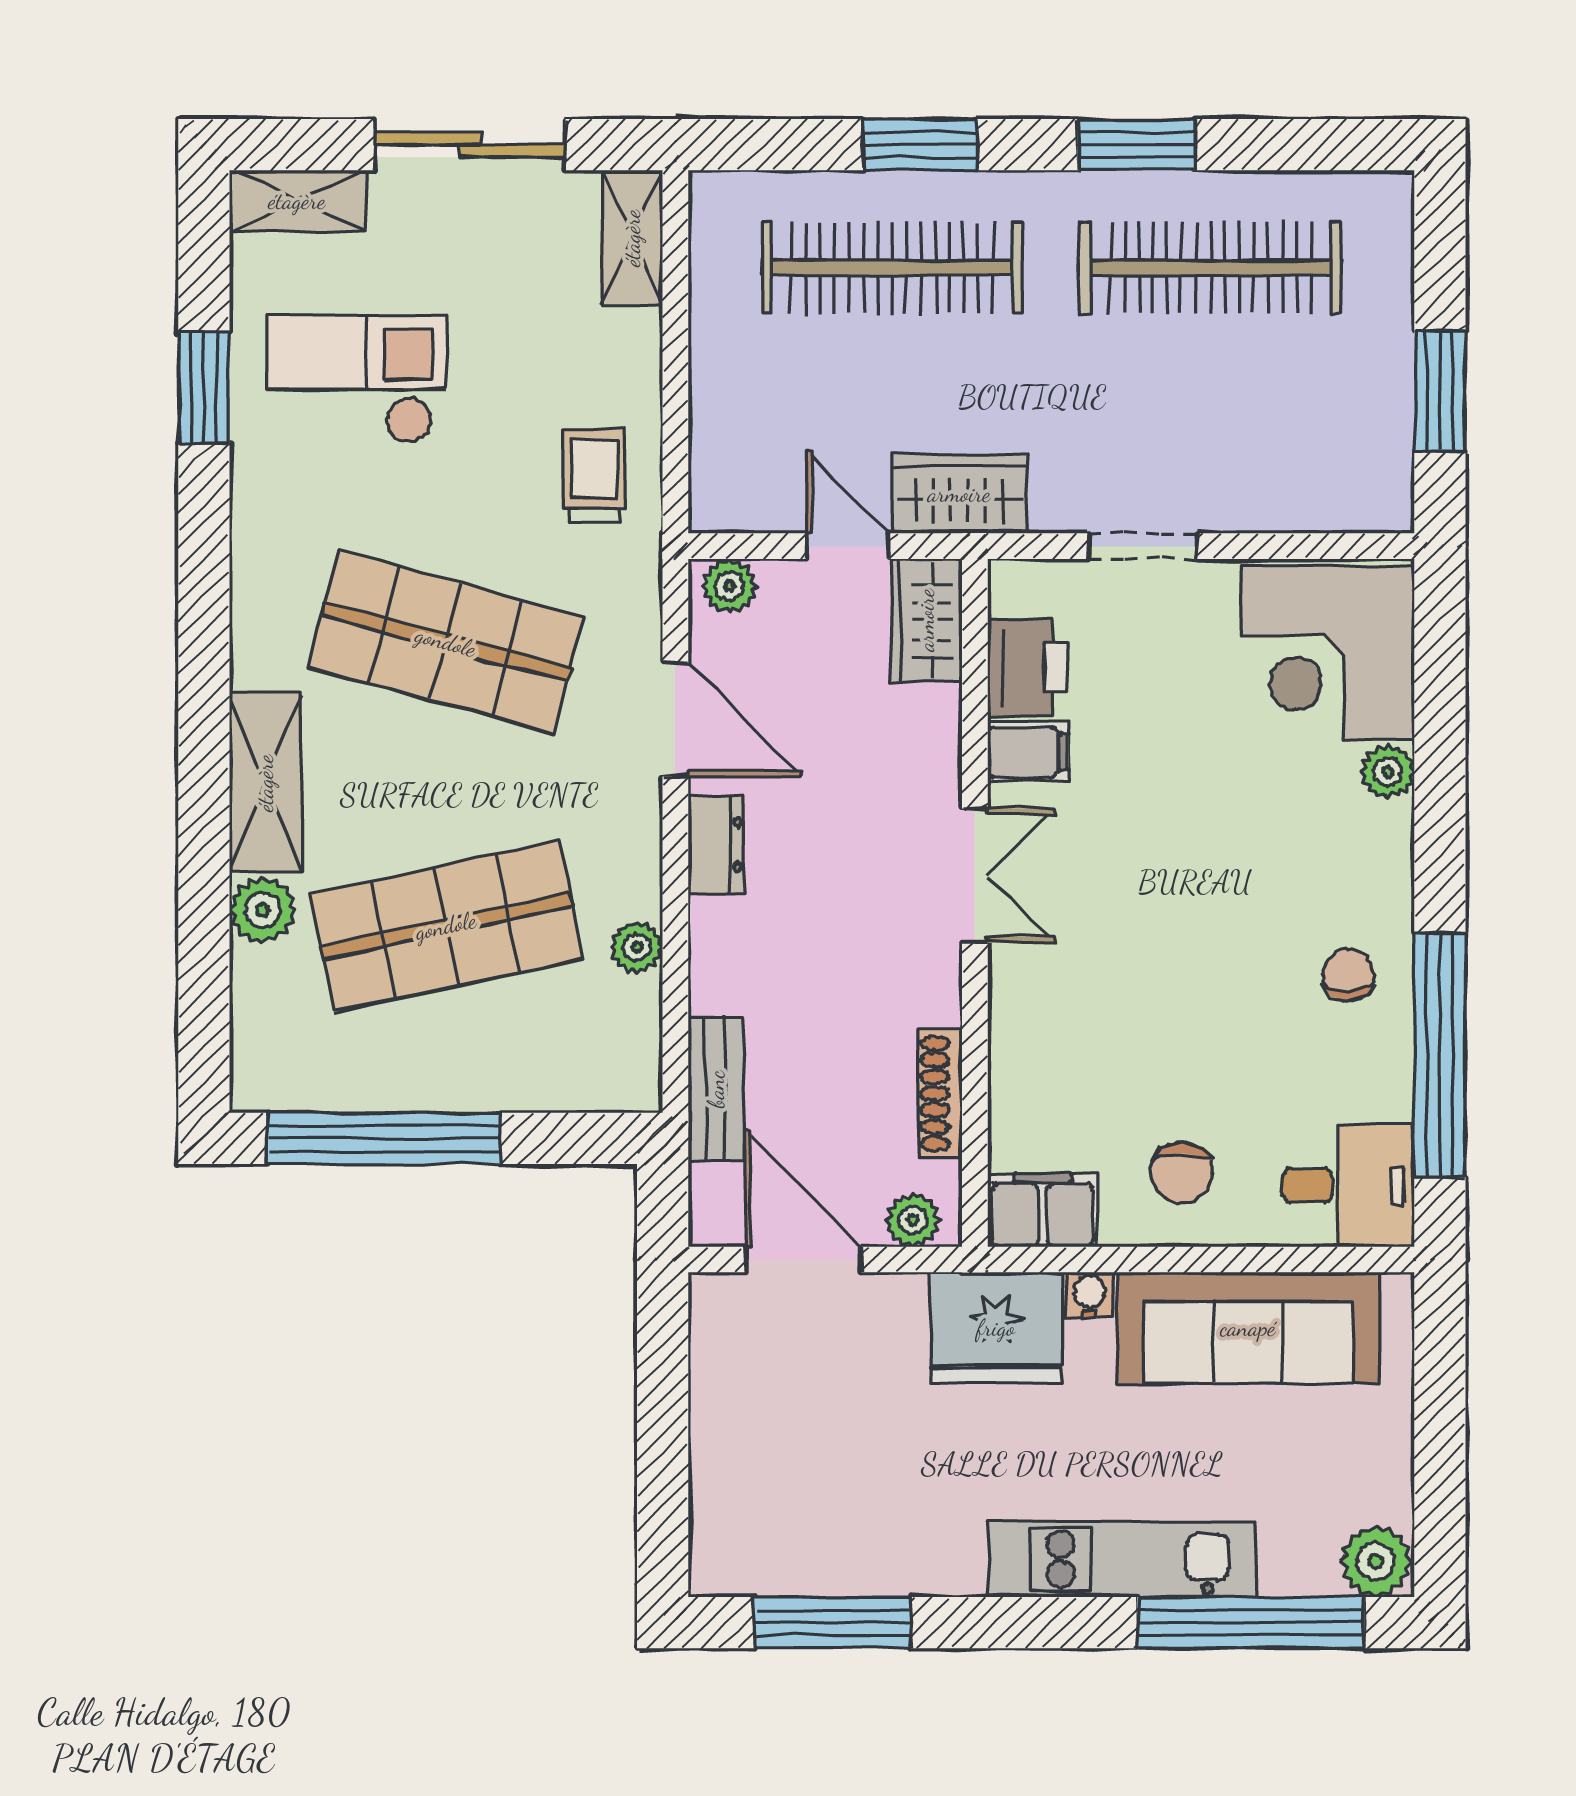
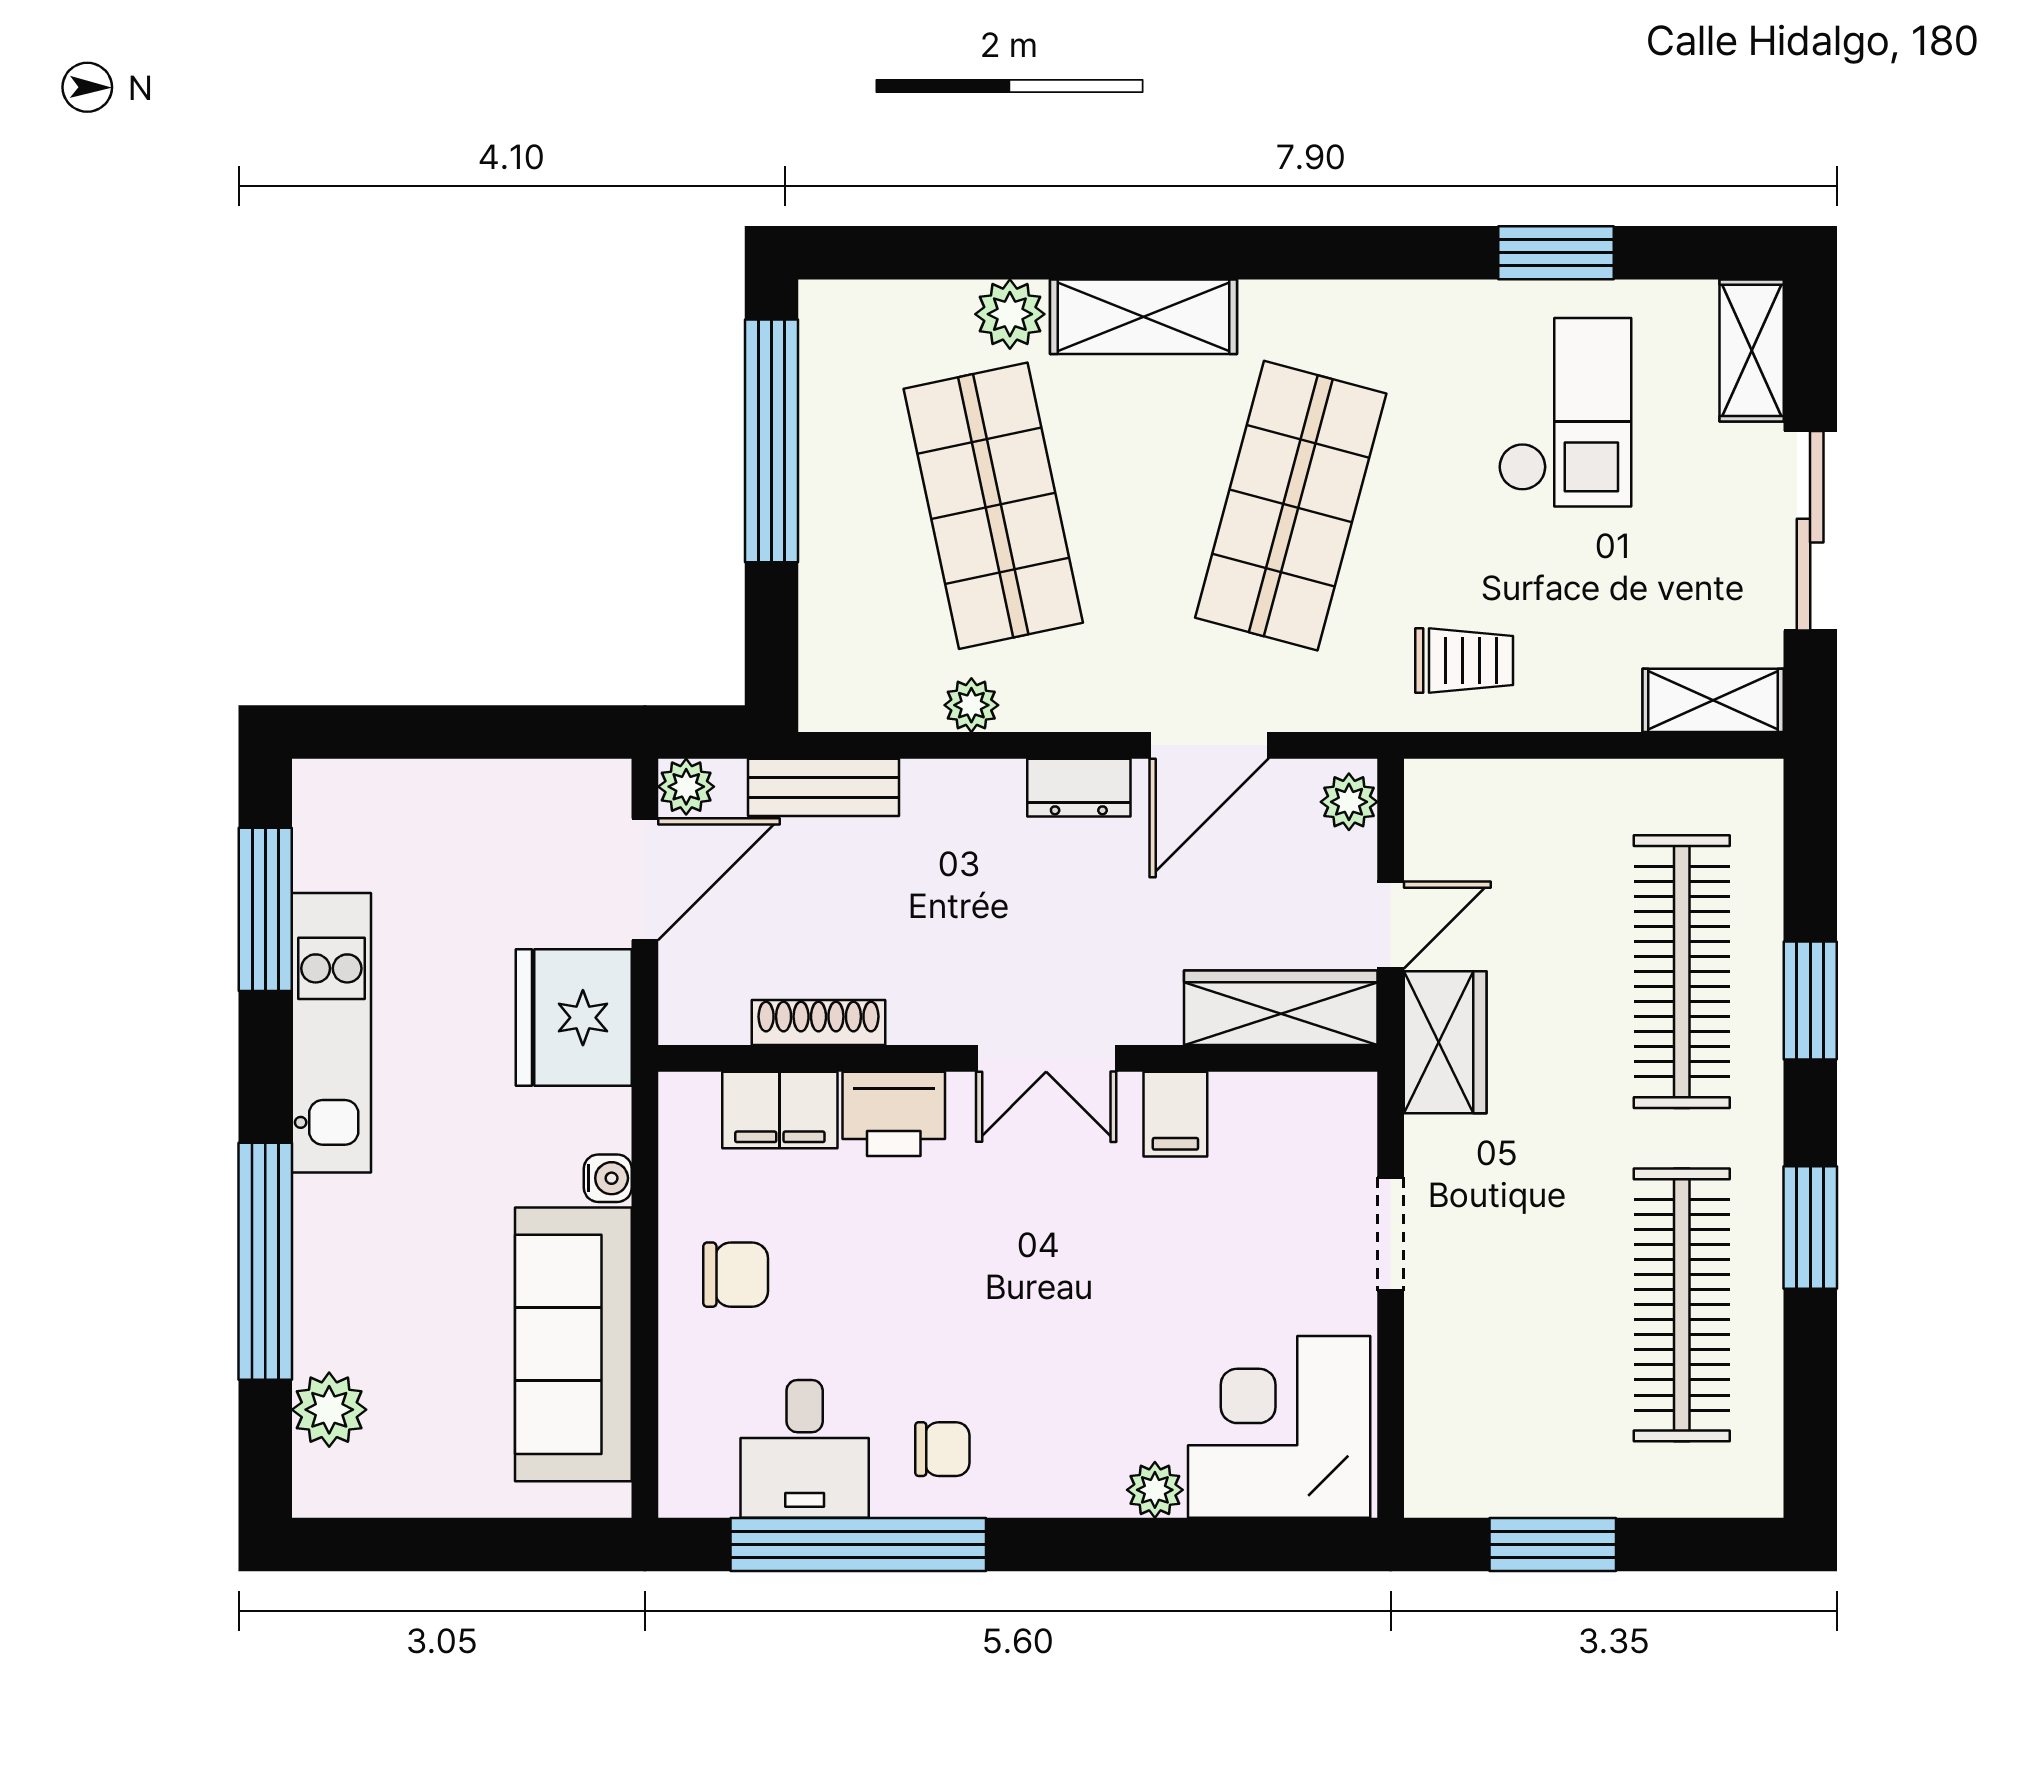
wardrobe: (926, 620) -> (1281, 1008), width x1.50
printer: (1028, 668) -> (894, 1114), moved
chair: (1182, 1173) -> (736, 1275), turned 180
desk: (1348, 1186) -> (805, 1449), moved
filing cabinet: (1043, 1210) -> (780, 1110), moved, turned 90
plant: (913, 1220) -> (686, 787), moved
fridge: (996, 1328) -> (574, 1018), moved
kitchen unit: (1122, 1559) -> (331, 1033), moved
plant: (1376, 1562) -> (329, 1410), moved
window: (1251, 1623) -> (265, 1261), moved

